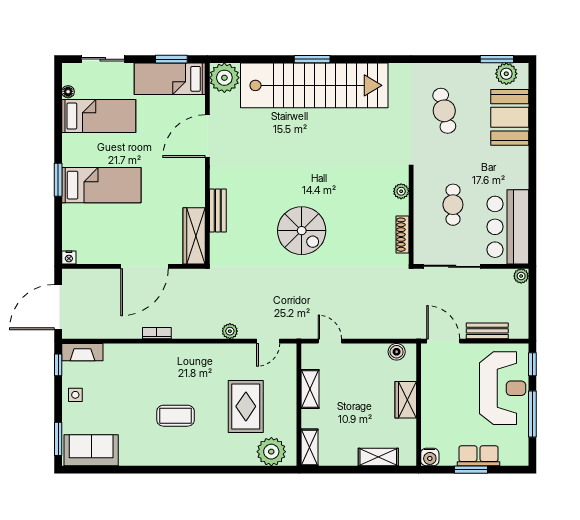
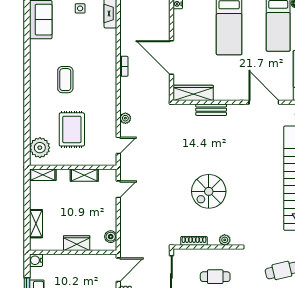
spiral stairs: (302, 231) -> (209, 191), moved
door: (268, 341) -> (118, 145), swing flipped
rug: (246, 406) -> (72, 129), turned 90

